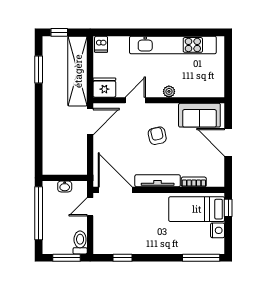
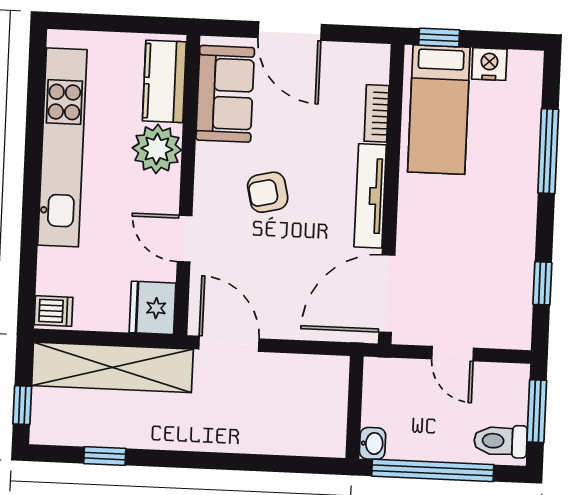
window: (39, 69) -> (105, 456), width x0.67
kitchen counter: (204, 88) -> (164, 81), added
plant: (169, 91) -> (157, 149), width x1.88, depth x1.88
door: (228, 142) -> (290, 31), hinge flipped
washbasin: (65, 186) -> (373, 443), moved
door: (90, 207) -> (453, 354), moved
toilet: (80, 242) -> (500, 441), moved
window: (201, 258) -> (548, 151), moved

